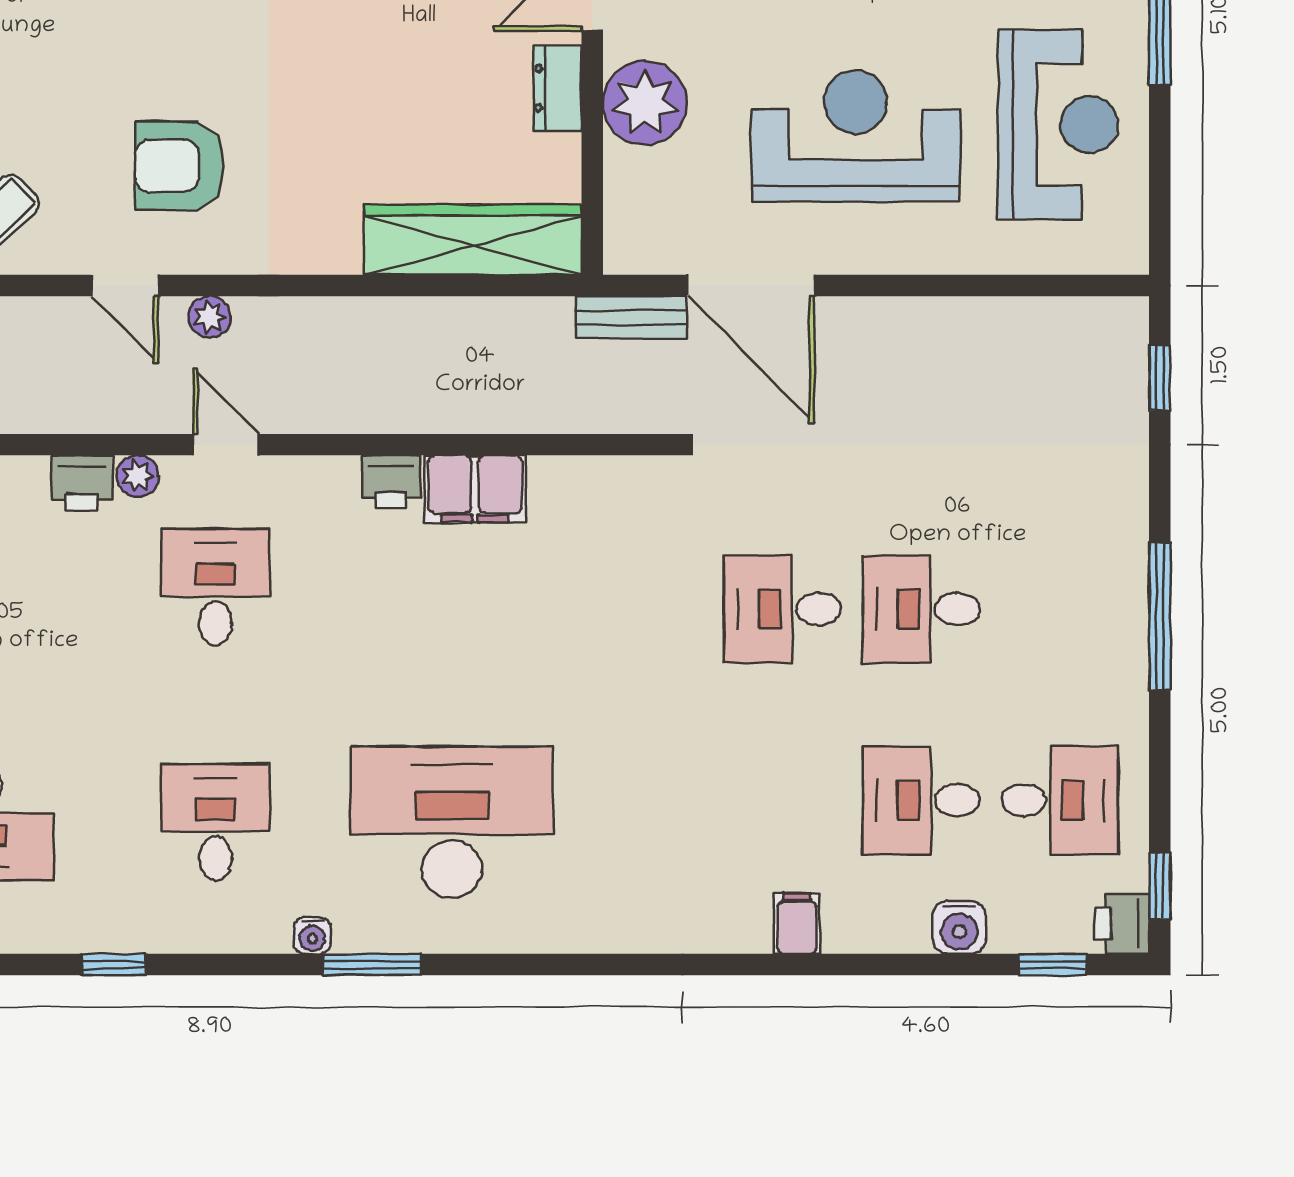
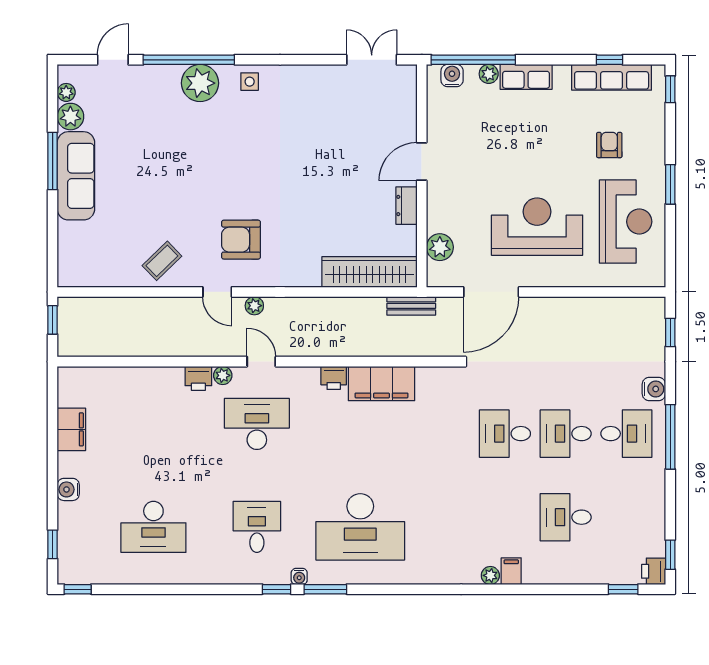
plant: (645, 103) -> (440, 247), moved, width x0.73, depth x0.73
door: (751, 285) -> (491, 292), hinge flipped
bench: (631, 317) -> (411, 306), moved
filing cabinet: (475, 489) -> (381, 383), width x1.50, depth x1.17
desk: (216, 587) -> (257, 424), width x1.37
desk: (1060, 800) -> (626, 434), moved
desk: (452, 822) -> (360, 527), turned 180
water cooler: (959, 927) -> (654, 389), moved, turned -90
plant: (749, 933) -> (490, 575), added
window: (114, 965) -> (277, 589), moved

